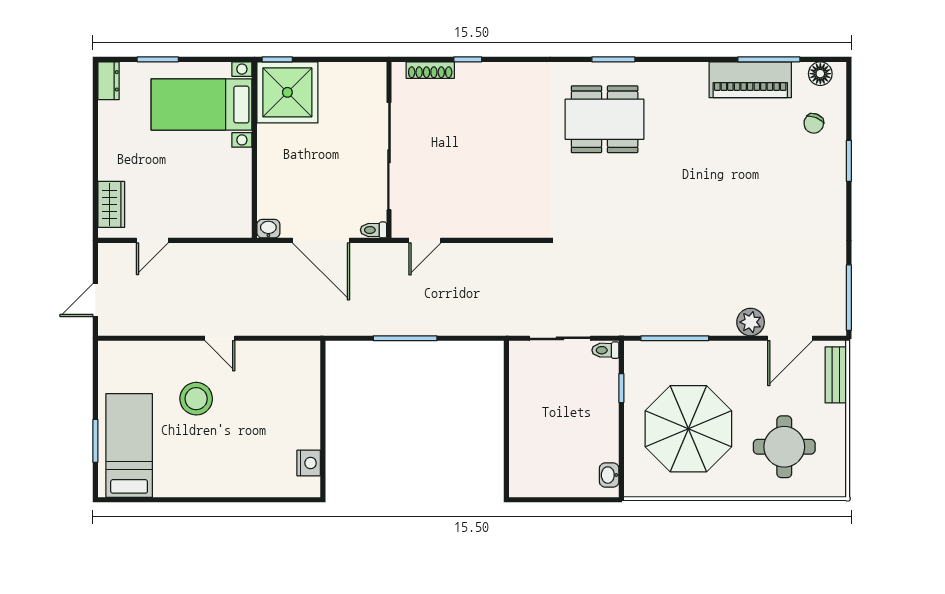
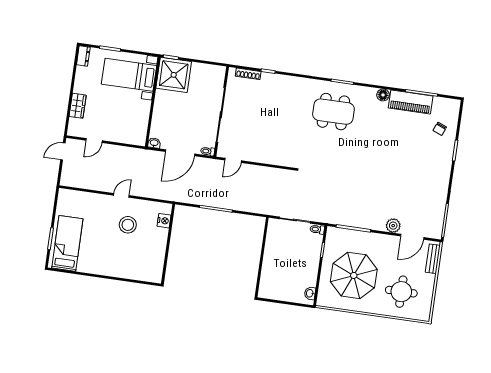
floor lamp: (820, 74) -> (383, 95), moved
wardrobe: (111, 204) -> (78, 106), moved
door: (321, 240) -> (180, 153), hinge flipped
door: (95, 300) -> (63, 151), moved
door: (220, 338) -> (121, 195), swing flipped
stool: (196, 399) -> (128, 225), moved
nightstand: (309, 463) -> (164, 221), moved

